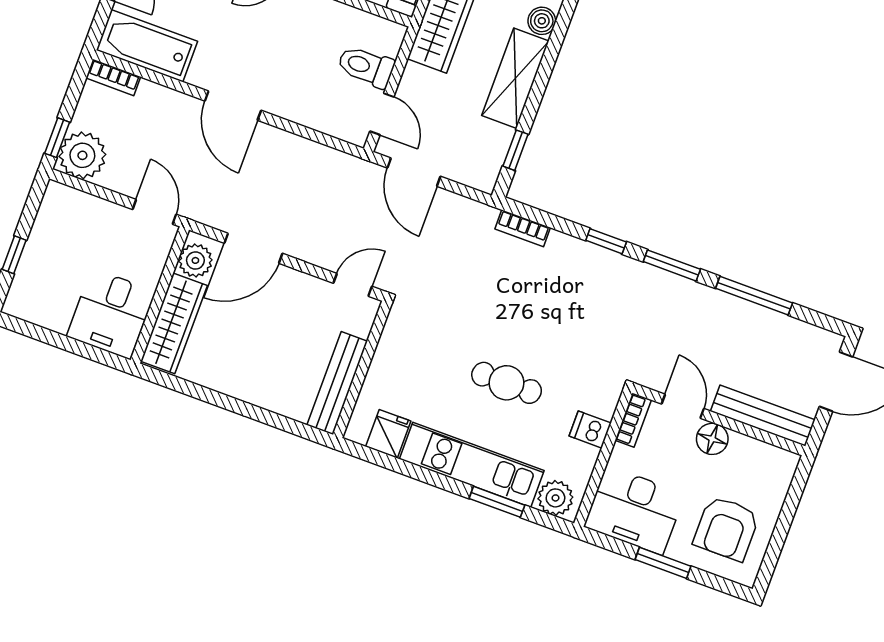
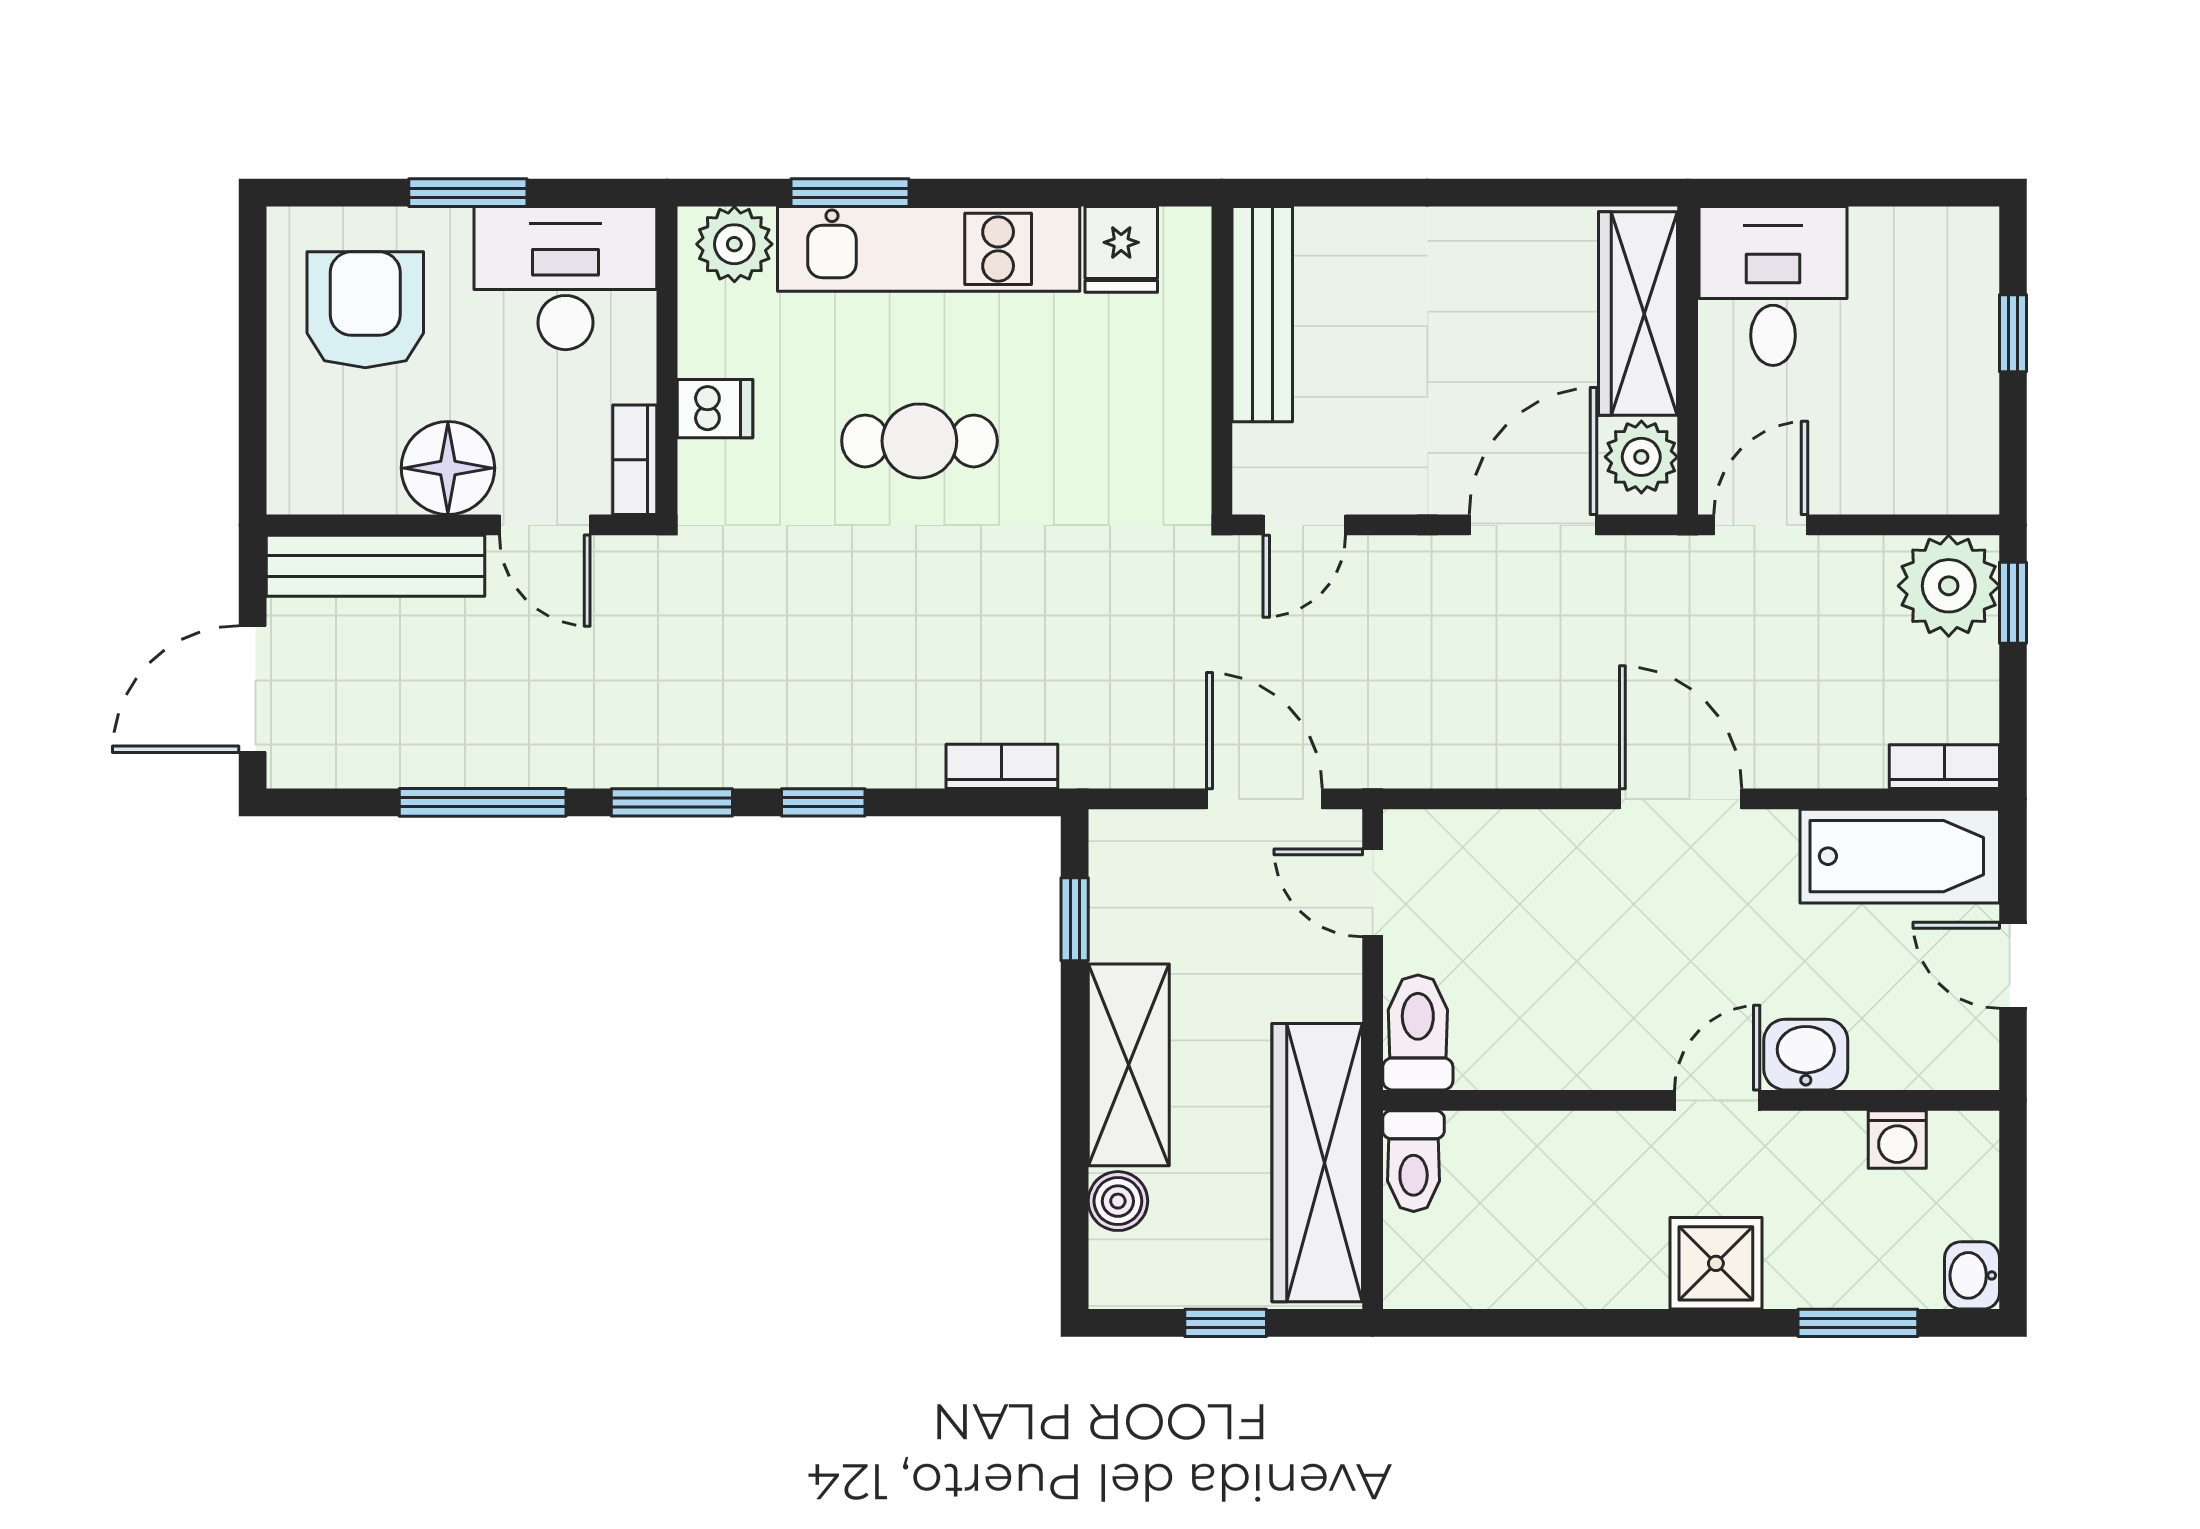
toilet: (366, 66) -> (1418, 1032), moved, turned -90
door: (154, 212) -> (1761, 525), swing flipped
floor lamp: (712, 439) -> (448, 468), width x1.38, depth x1.38

